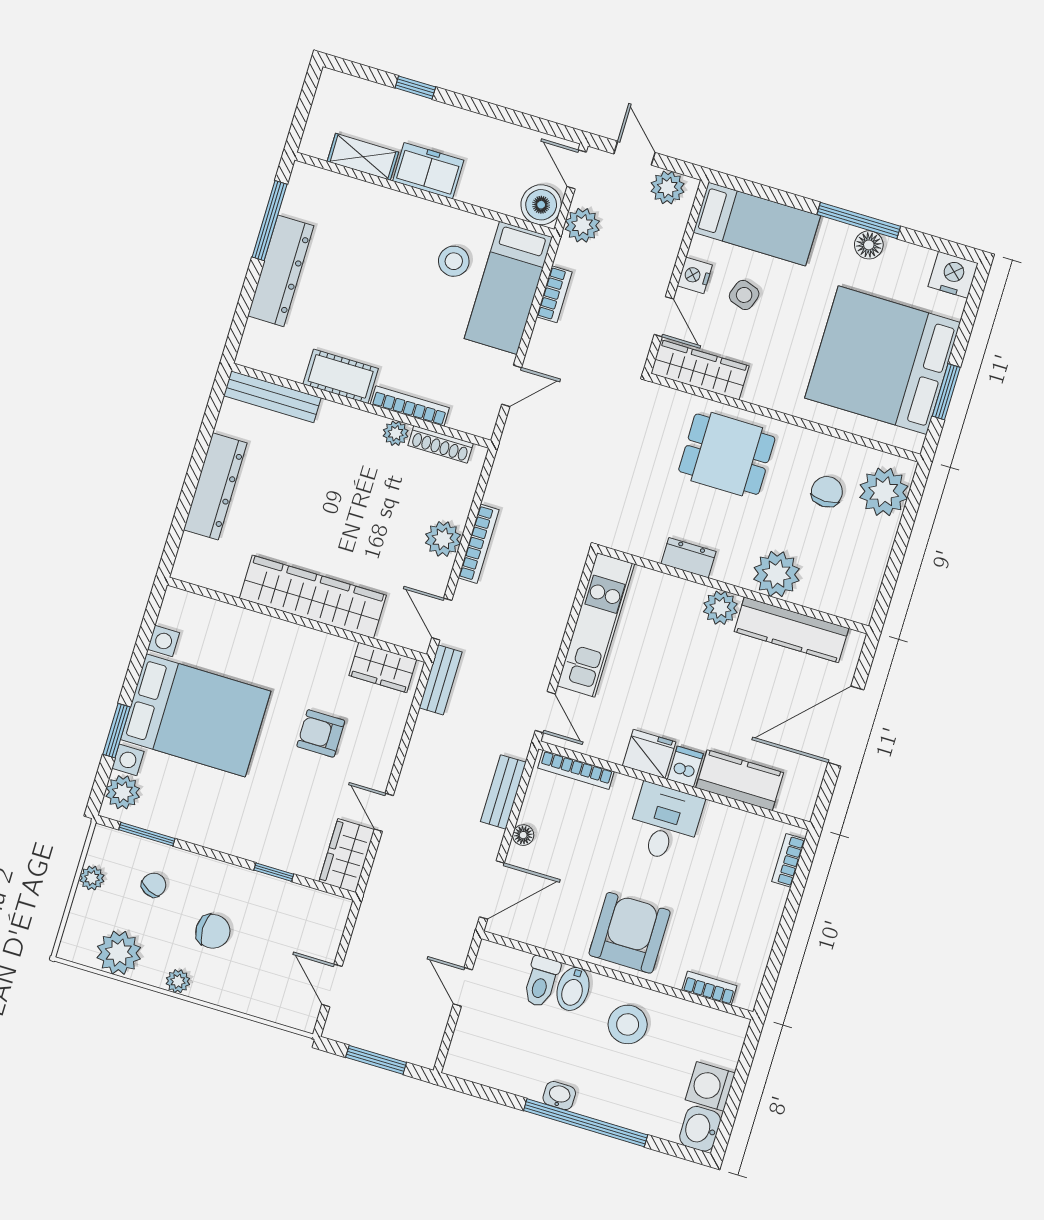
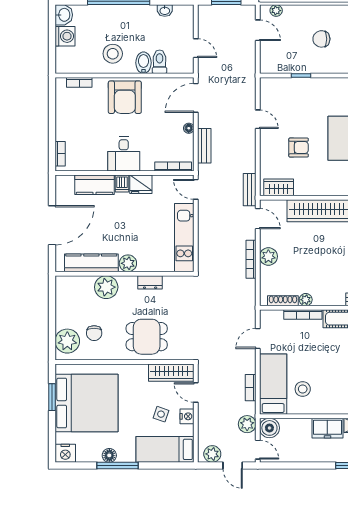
wardrobe: (347, 856) -> (269, 94), removed
plant: (178, 981) -> (276, 11), moved
washbasin: (559, 1096) -> (165, 11), moved

